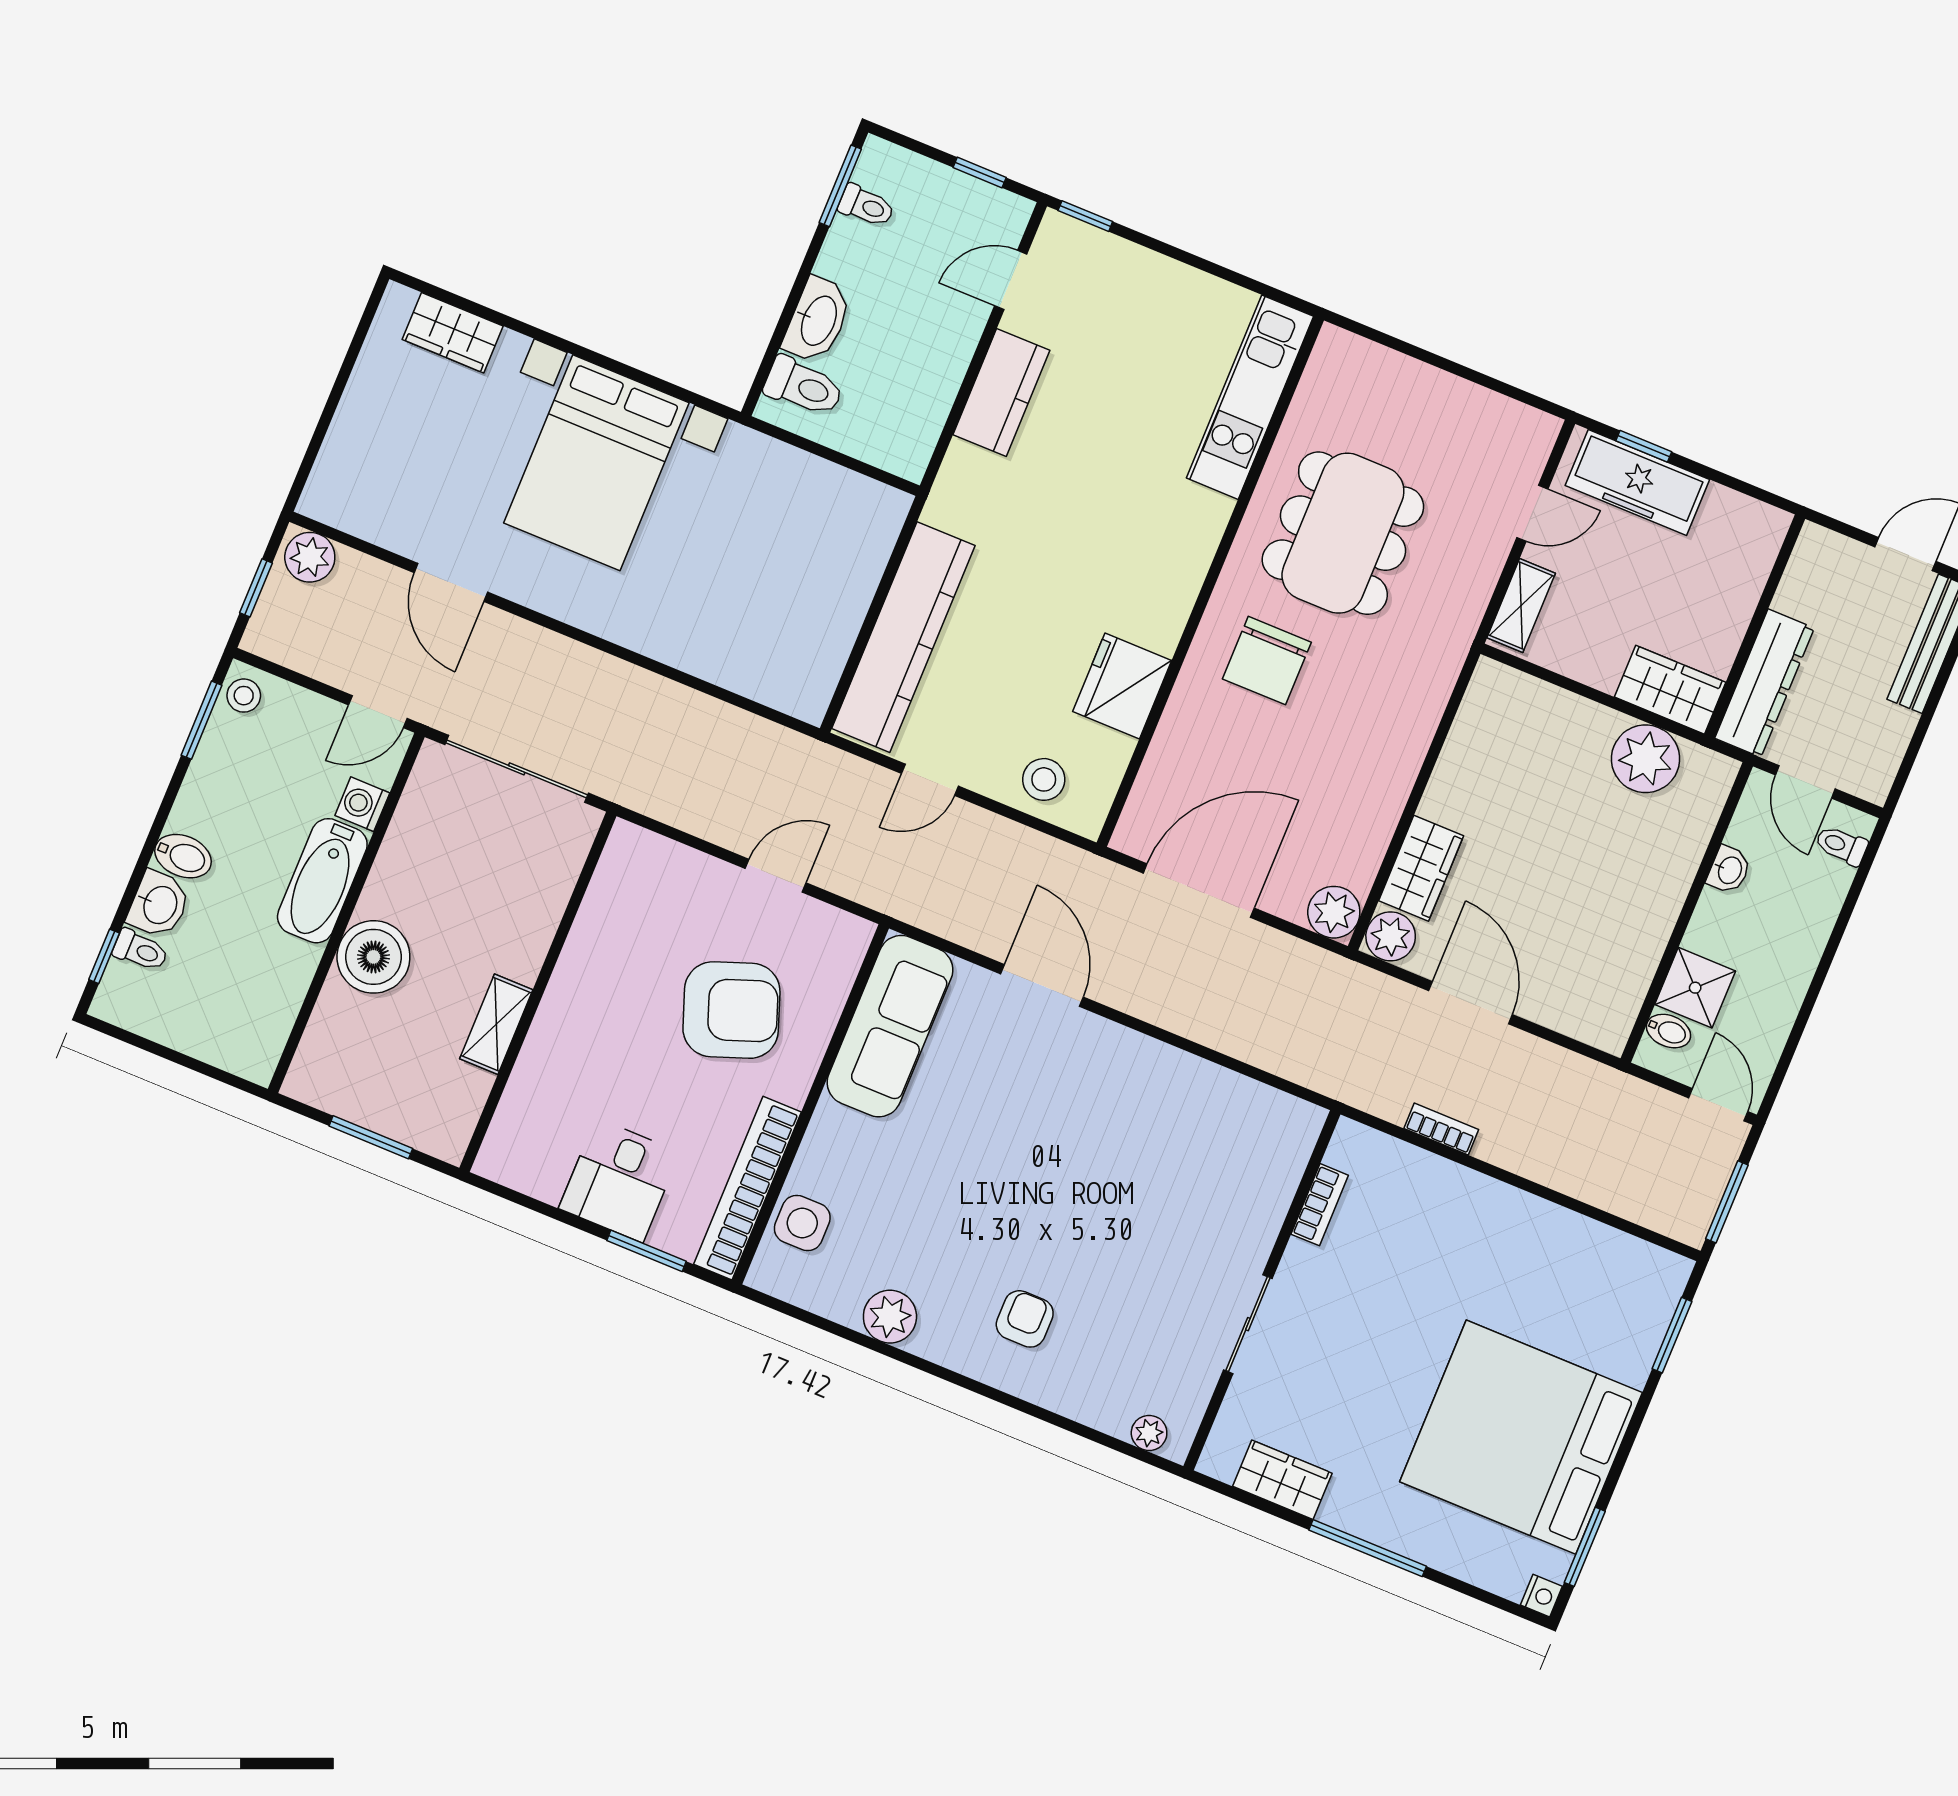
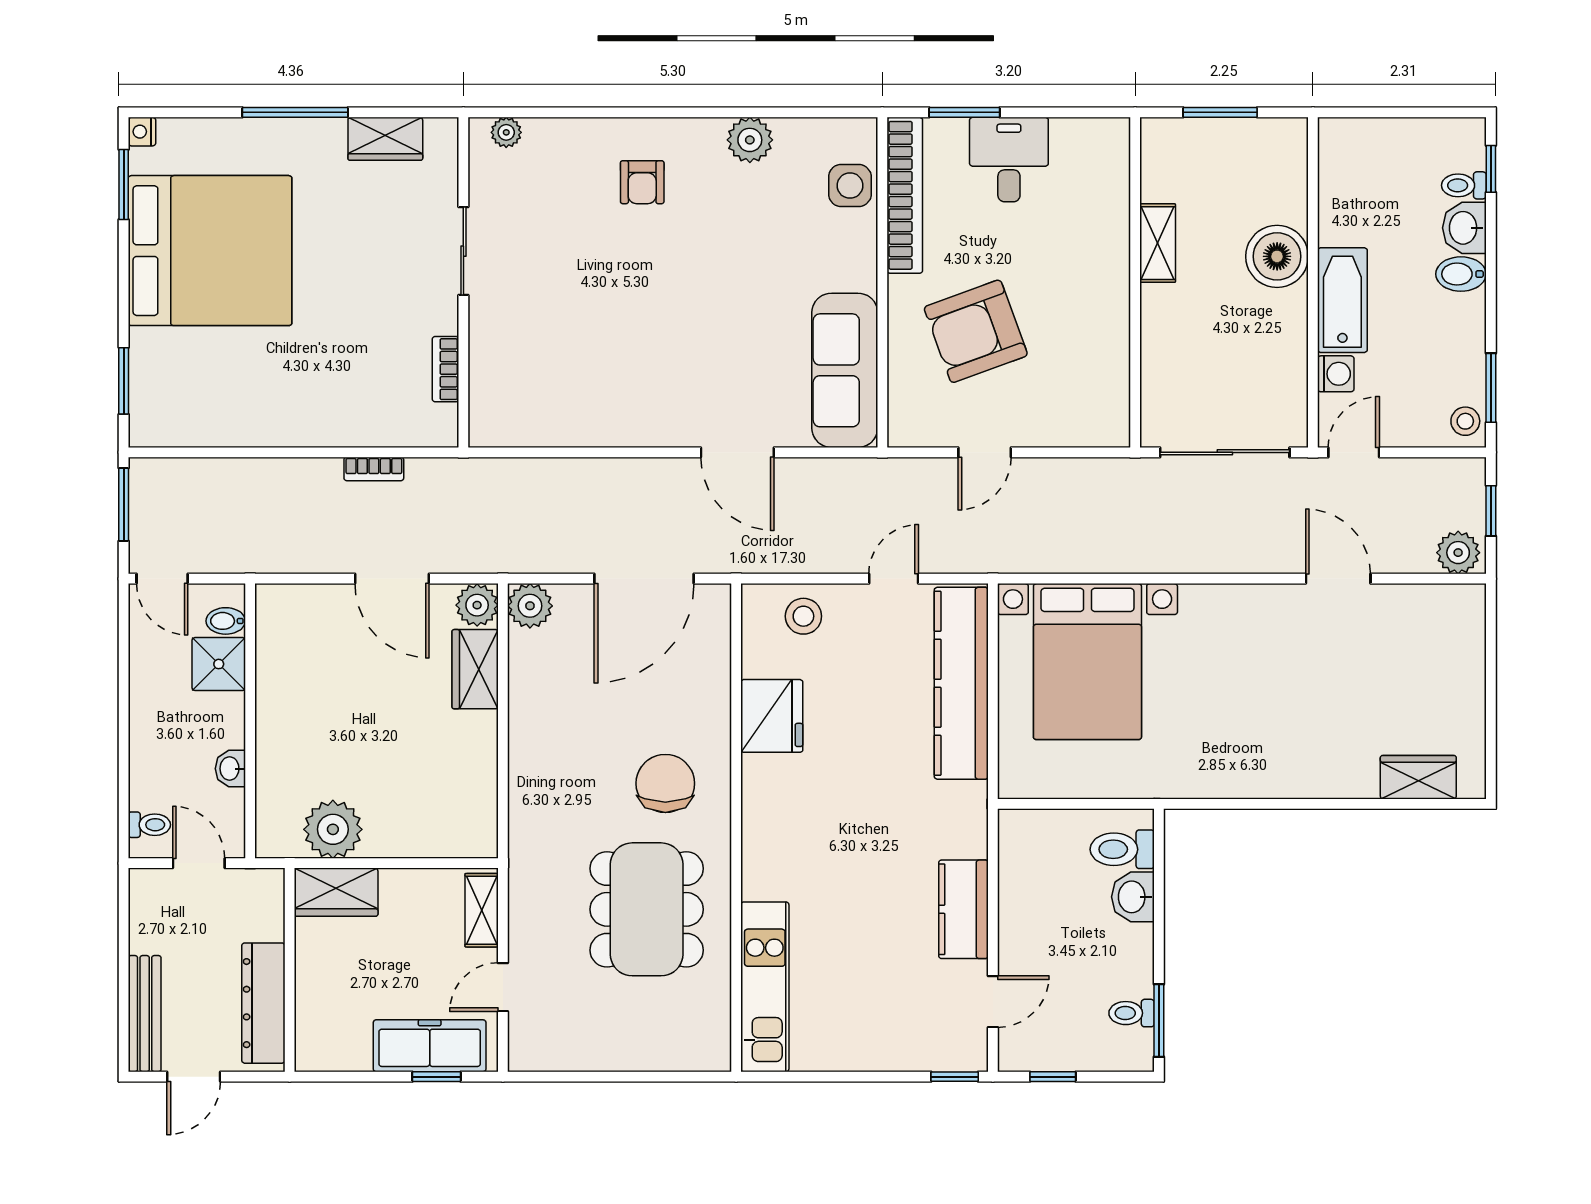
washbasin: (818, 320) -> (1133, 897), width x0.72
bed with nightstands: (596, 463) -> (1087, 662), moved, turned 180
dresser: (1764, 683) -> (263, 1003), moved

